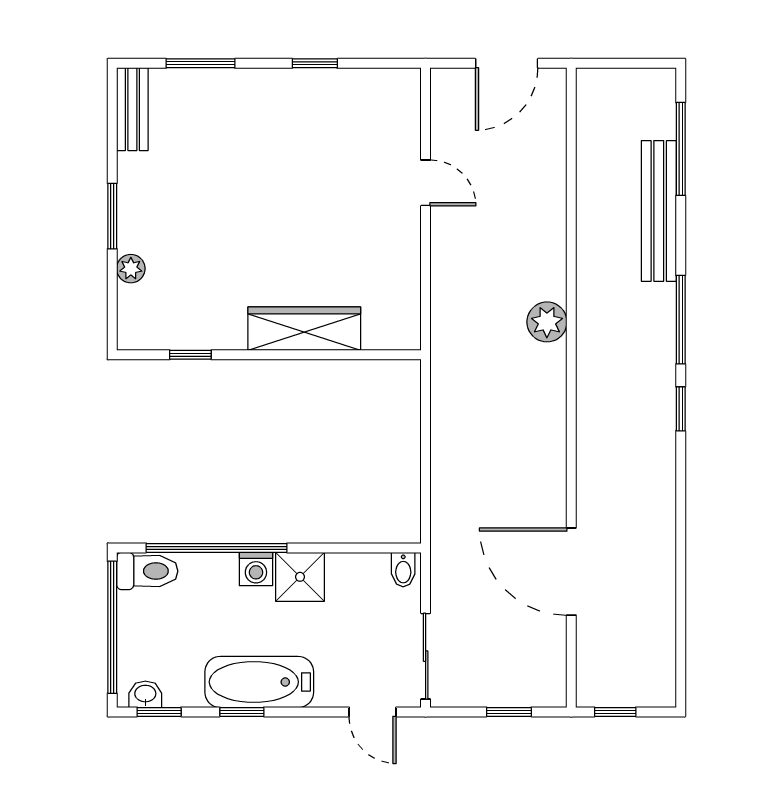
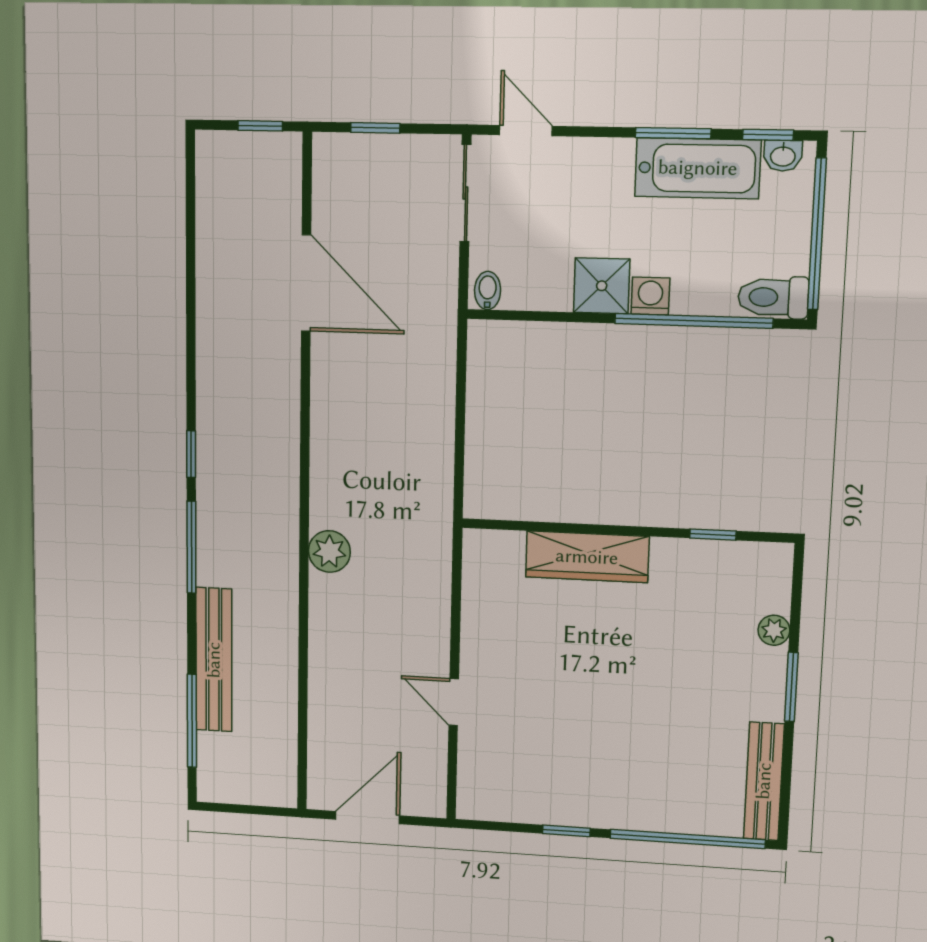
window: (200, 63) -> (687, 839), width x2.11
bench: (132, 109) -> (764, 781), width x1.36
bathtub: (259, 682) -> (698, 168), moved
window: (242, 712) -> (673, 133), width x1.50

